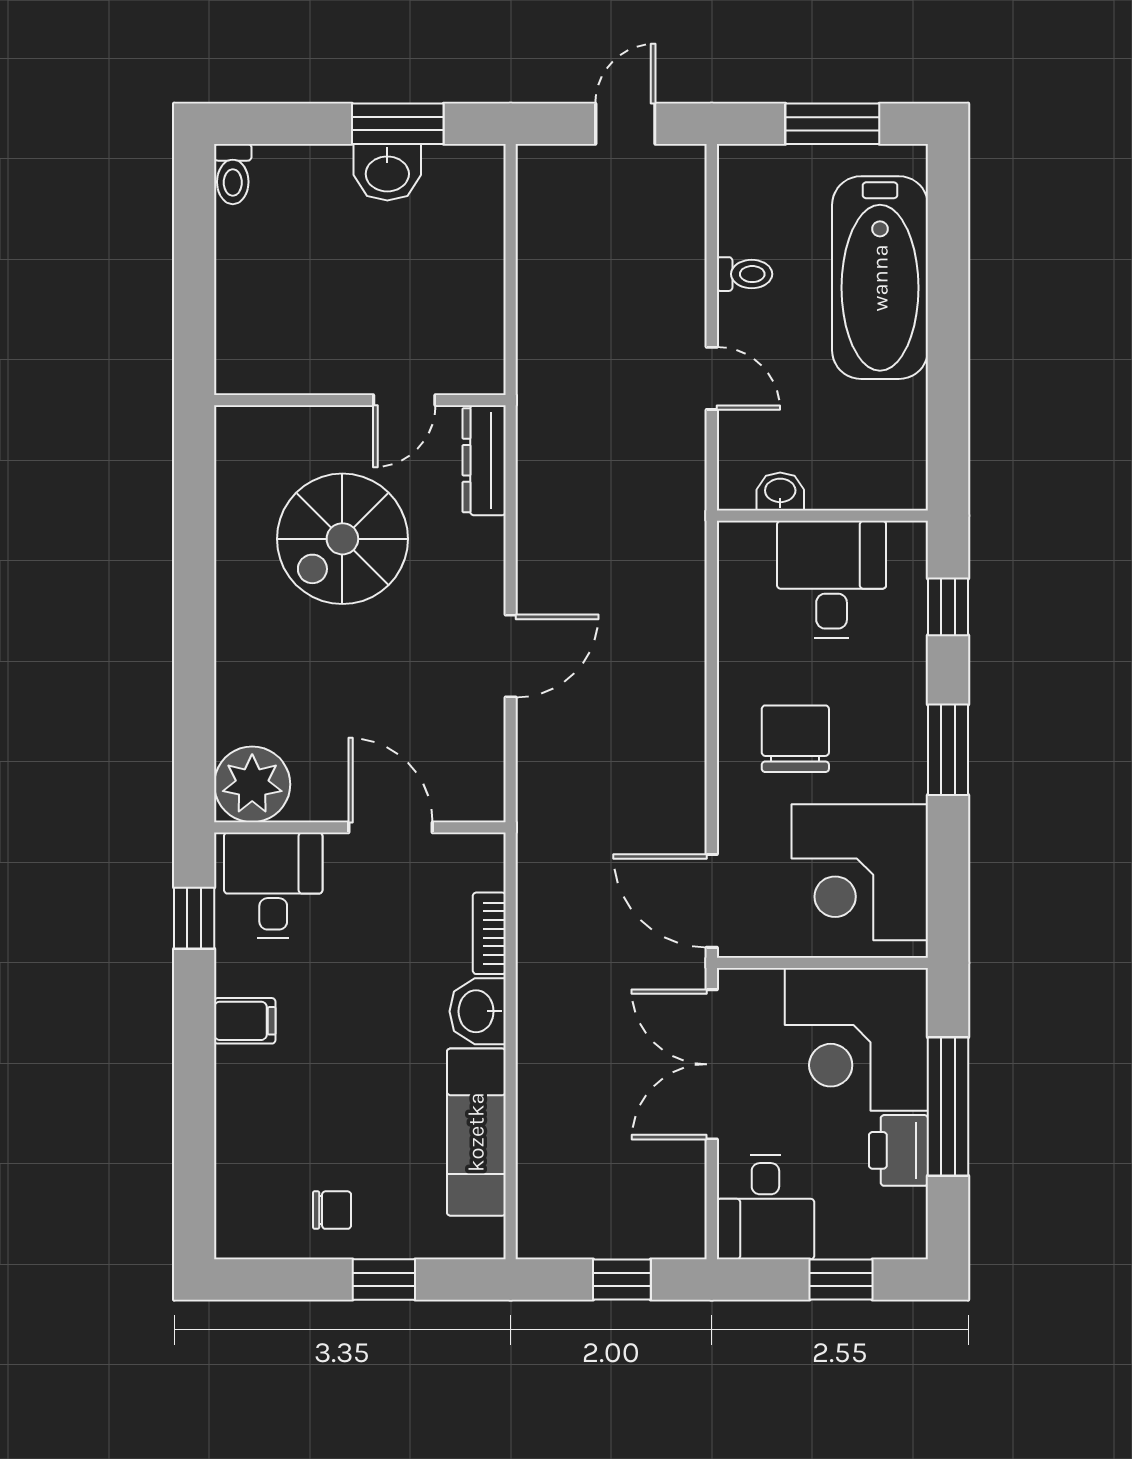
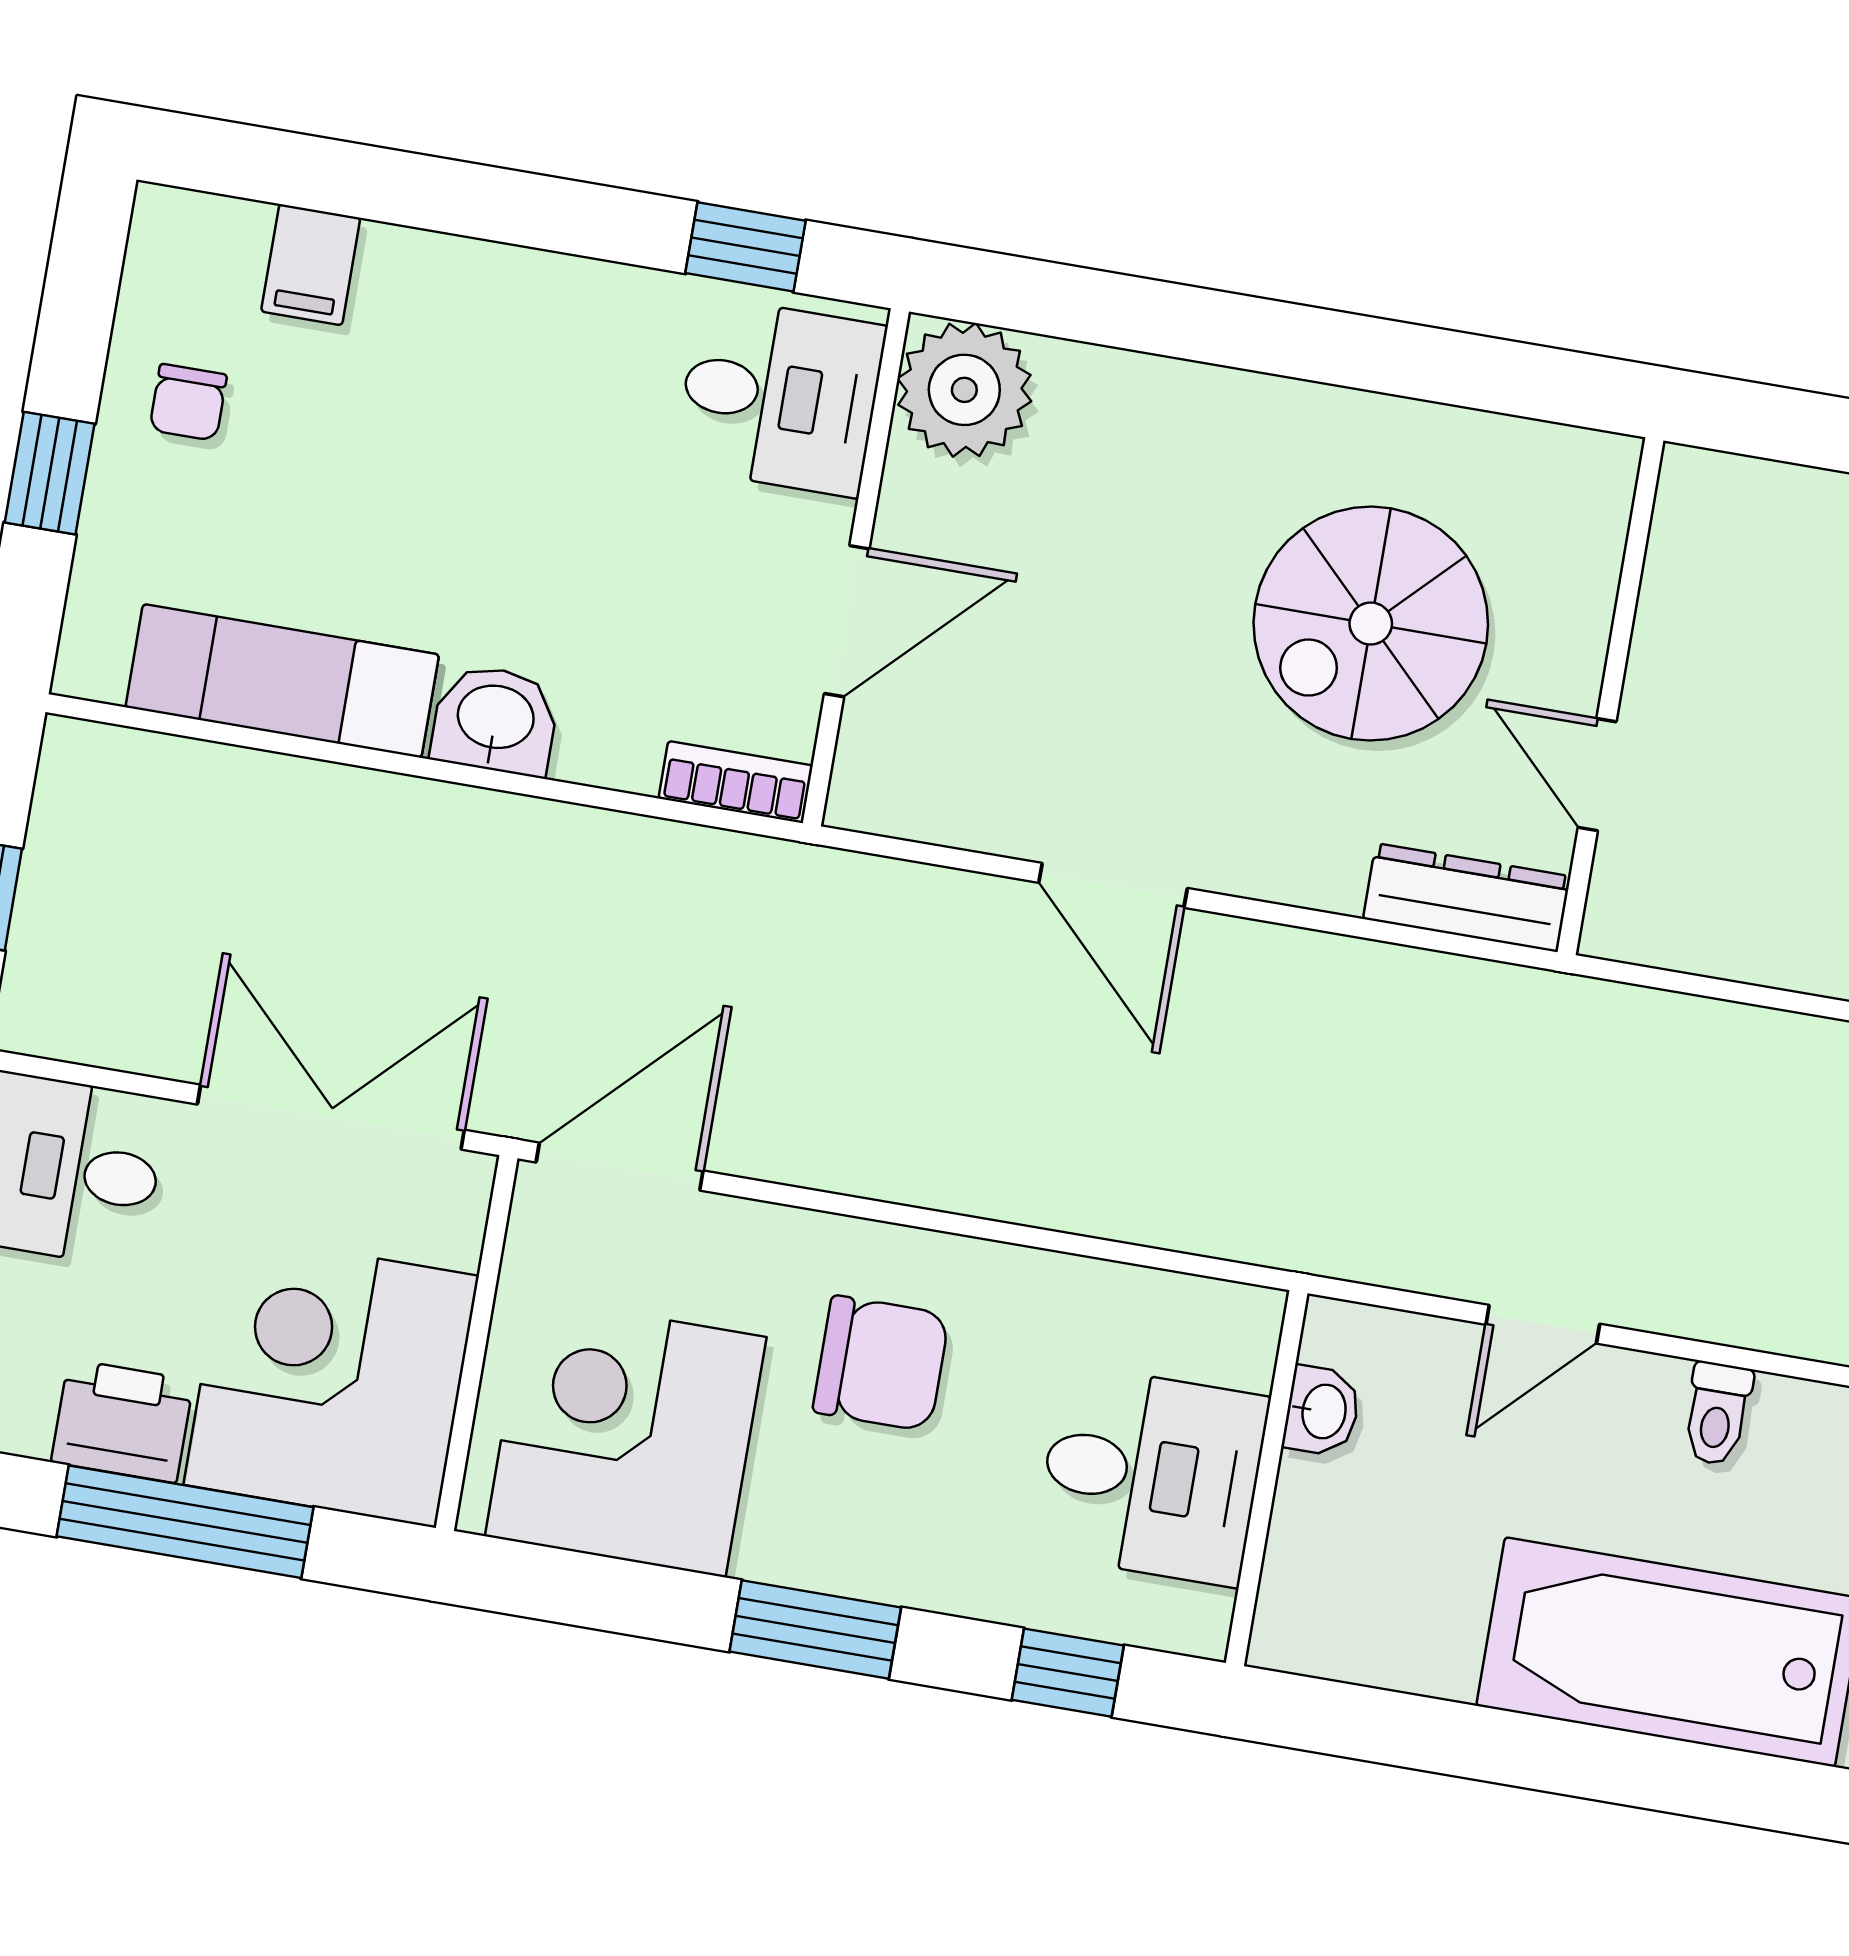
spiral stairs: (342, 539) -> (1371, 624), turned -90
bookcase: (489, 933) -> (736, 782), moved
filing cabinet: (245, 1021) -> (311, 265), moved

